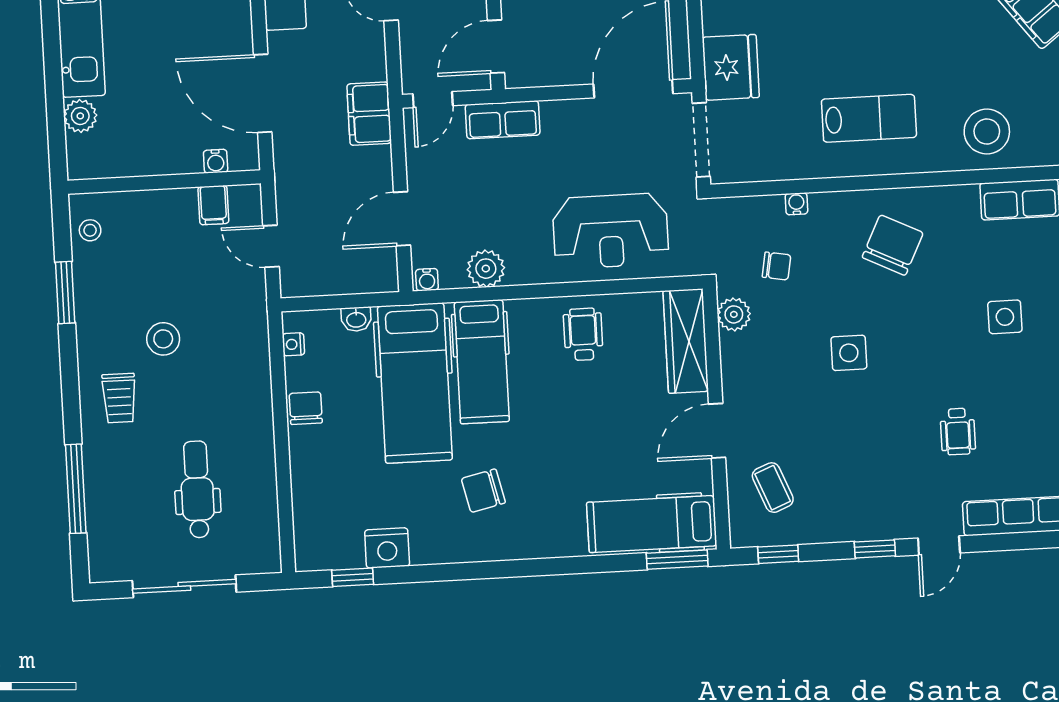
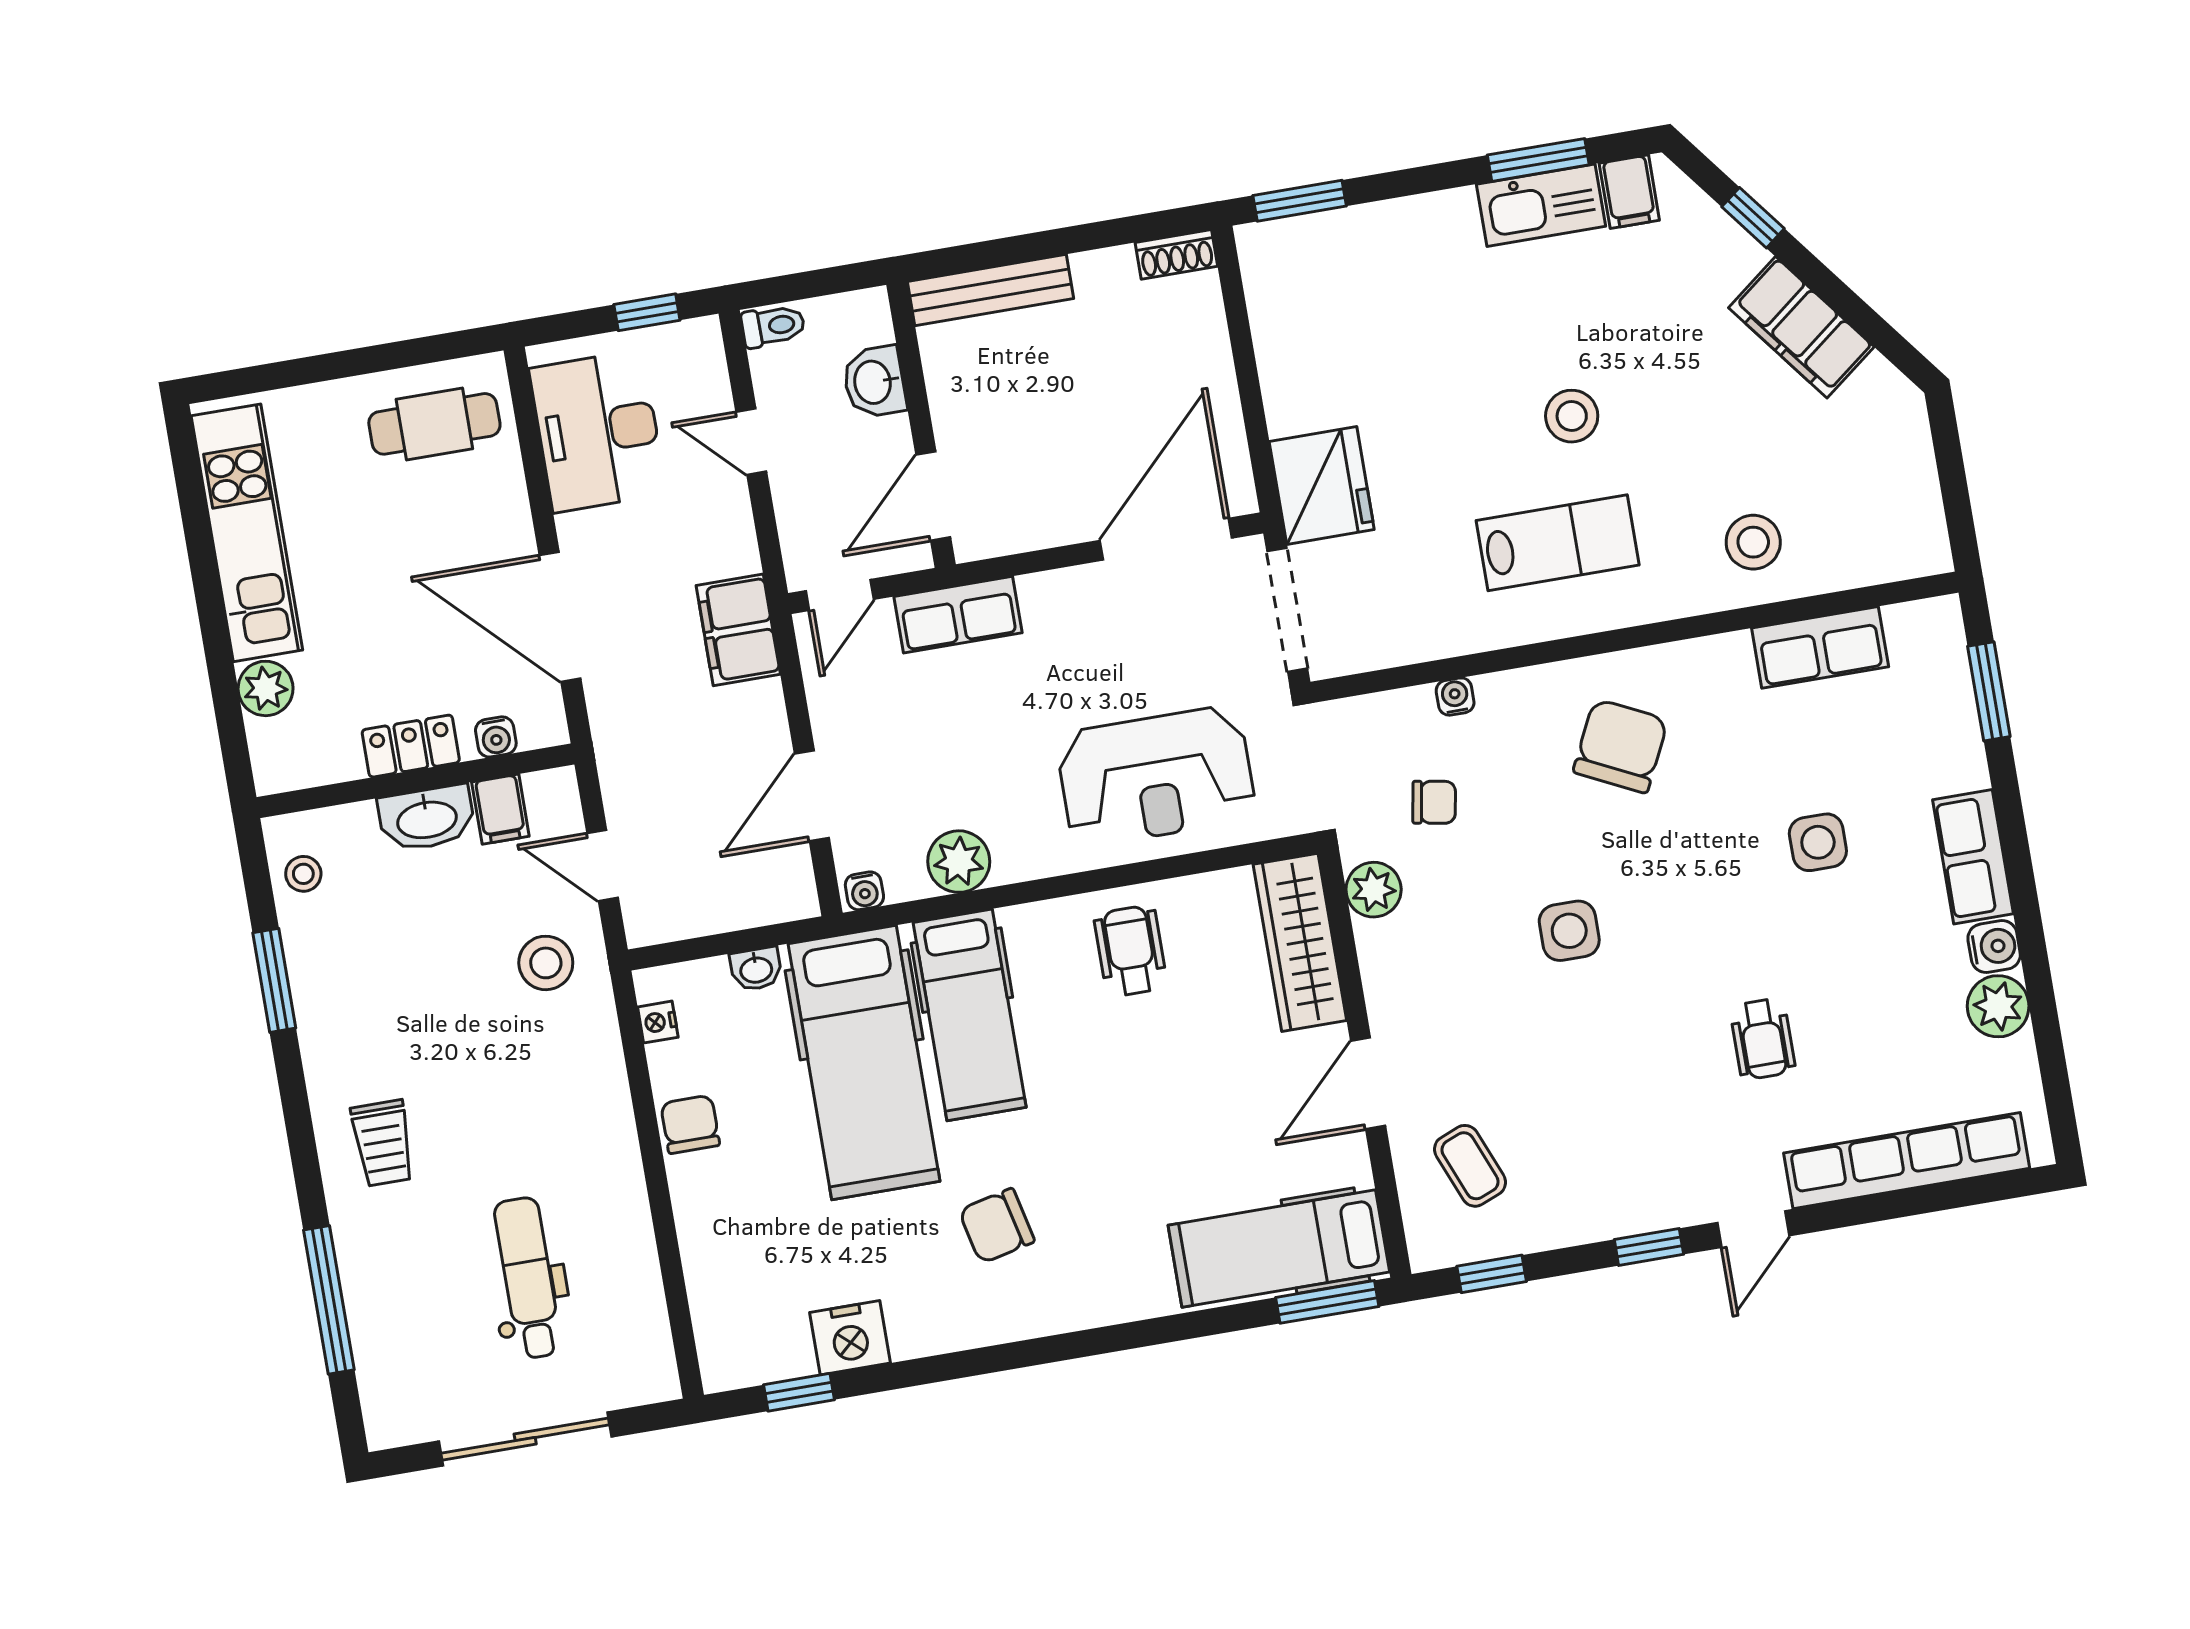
stool: (886, 43) -> (1572, 416), added
stool: (987, 131) -> (1753, 542), width x0.73, depth x0.73
locker: (164, 161) -> (411, 746), added
washbasin: (168, 205) -> (427, 818), added
stool: (163, 339) -> (546, 963), moved

